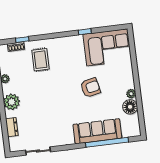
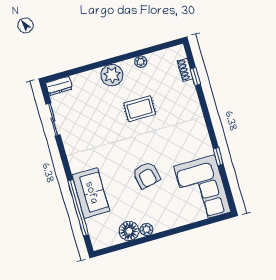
rug: (40, 60) -> (140, 109), moved
dresser: (12, 127) -> (59, 86), moved
sofa: (97, 131) -> (91, 193), width x0.73

